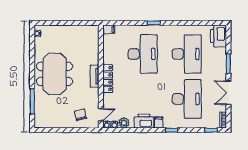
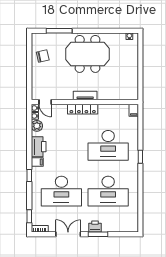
printer: (218, 36) -> (95, 227), moved, width x0.53, depth x0.68
chair: (80, 115) -> (43, 56), moved

